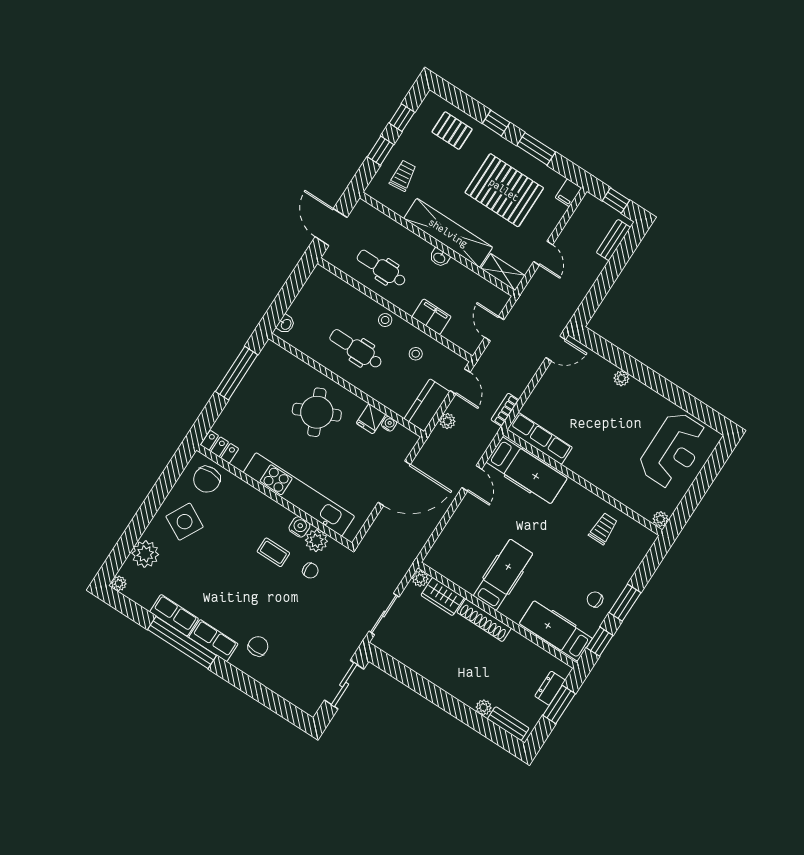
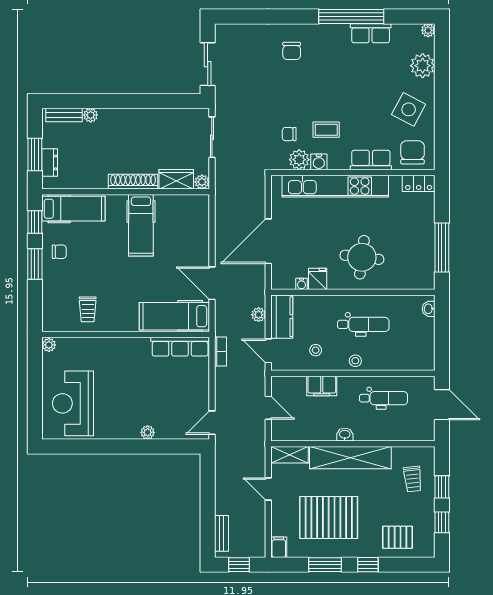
round table: (317, 412) -> (362, 257), turned 31
door: (472, 478) -> (212, 283), width x1.38
row of seats: (213, 641) -> (371, 160), moved, turned 180

